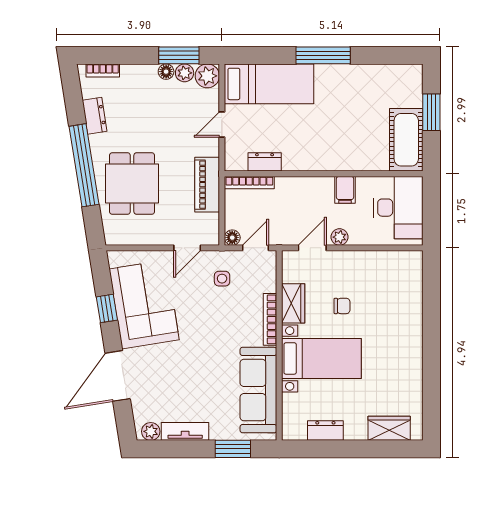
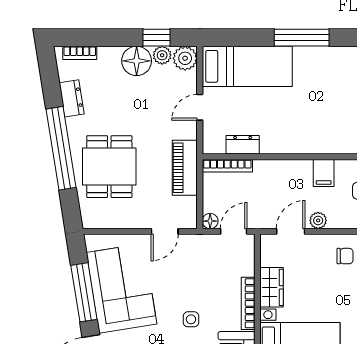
window: (179, 55) -> (157, 38), width x0.67
floor lamp: (166, 72) -> (137, 61), width x1.89, depth x1.89
side table: (222, 279) -> (191, 319), moved
chair: (342, 306) -> (345, 256), moved
window: (107, 308) -> (84, 292), width x2.17

